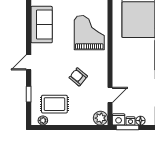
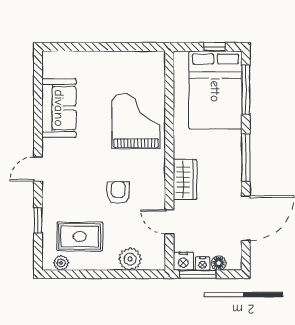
wardrobe: (120, 69) -> (185, 179), added
armchair: (78, 77) -> (118, 193), turned 50
door: (110, 95) -> (169, 222), swing flipped
plant: (100, 118) -> (130, 259), moved

